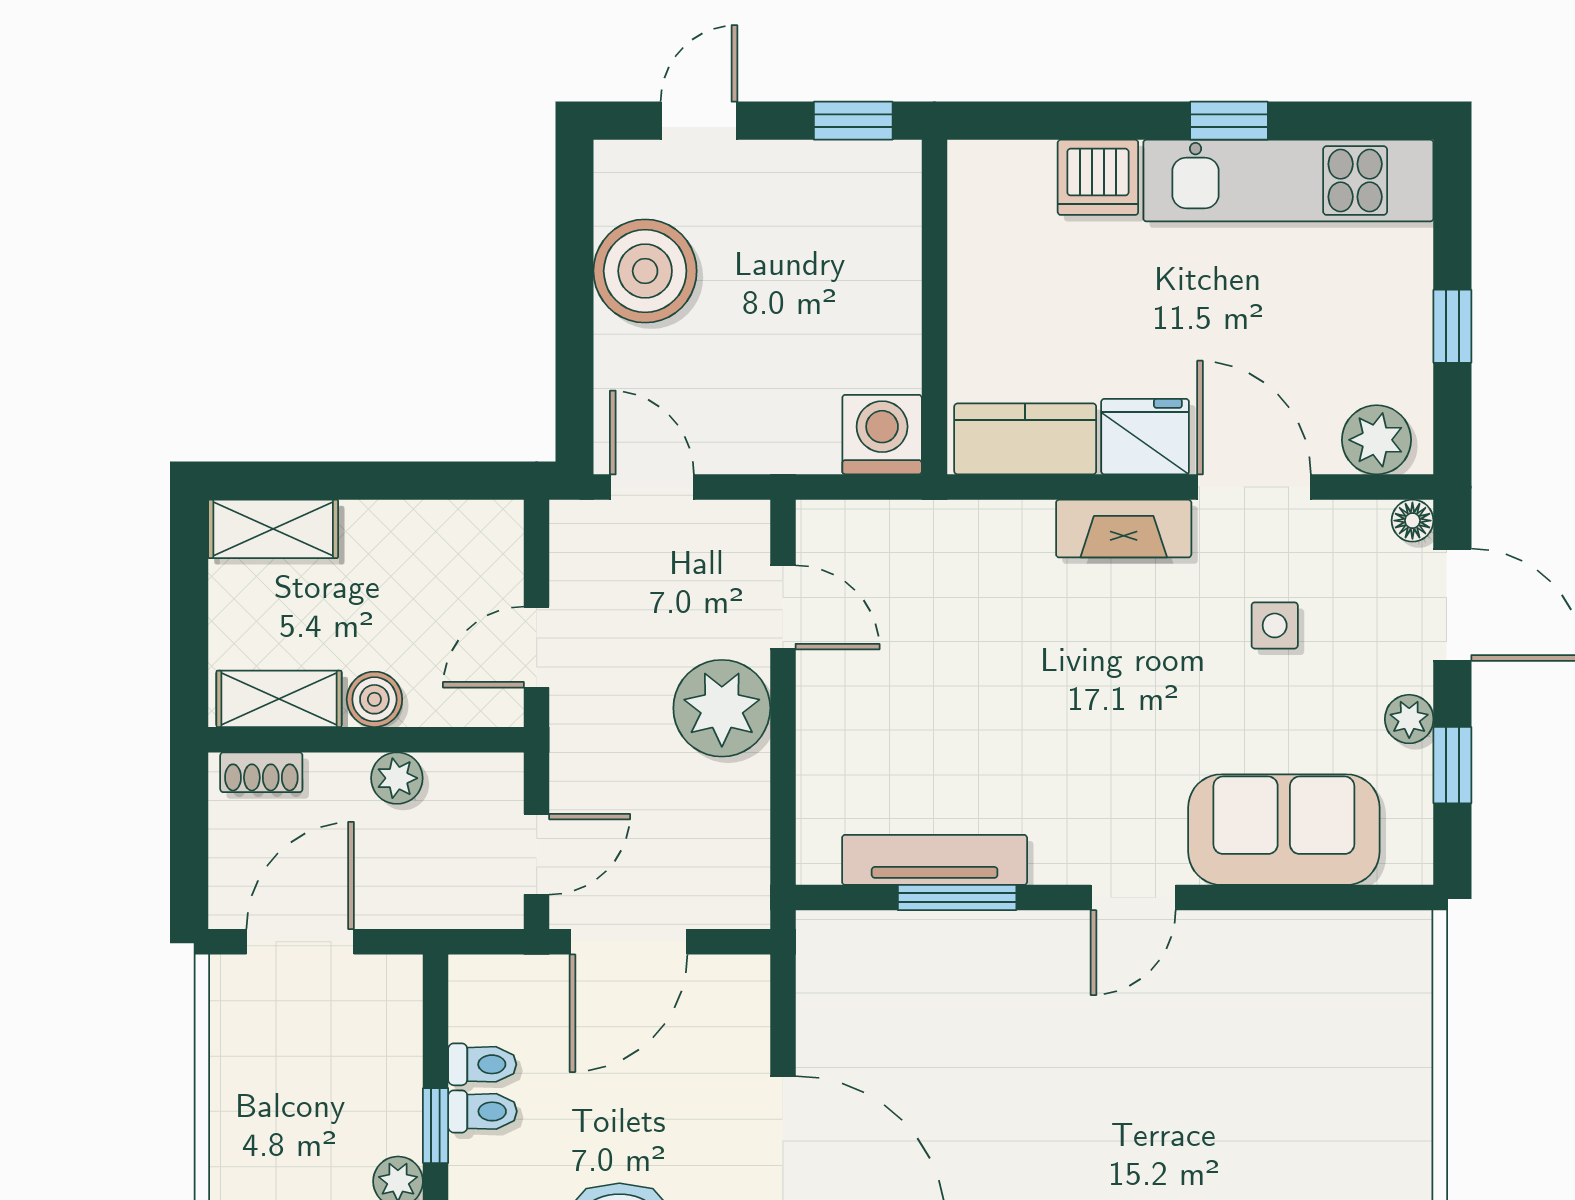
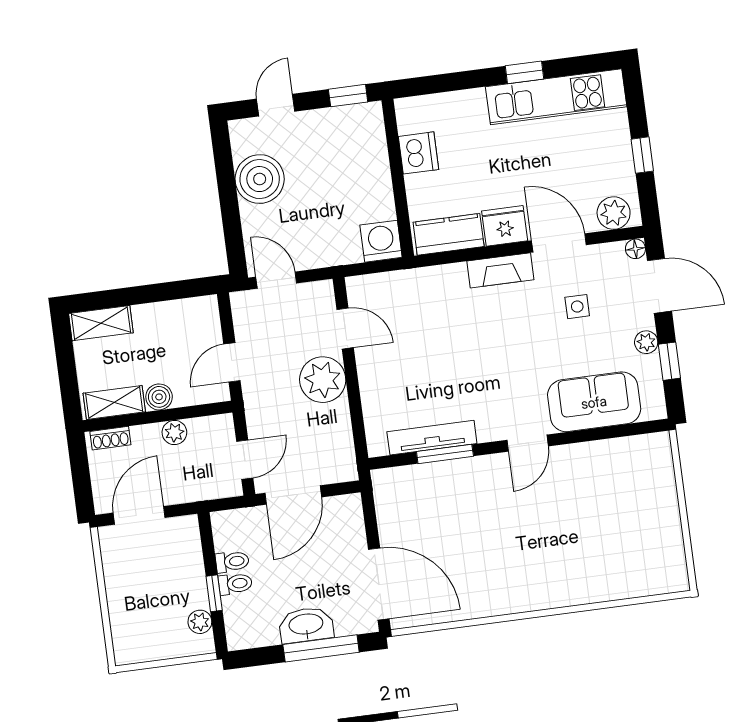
dishwasher: (1098, 177) -> (419, 153), moved, turned -90

